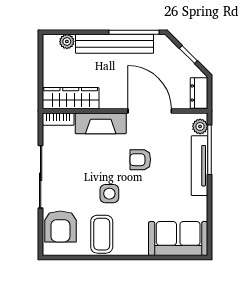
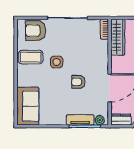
fireplace: (101, 123) -> (102, 56), removed
armchair: (140, 160) -> (78, 82), turned -90
tv unit: (200, 166) -> (80, 120), width x0.71

